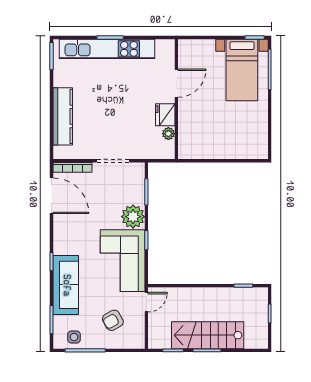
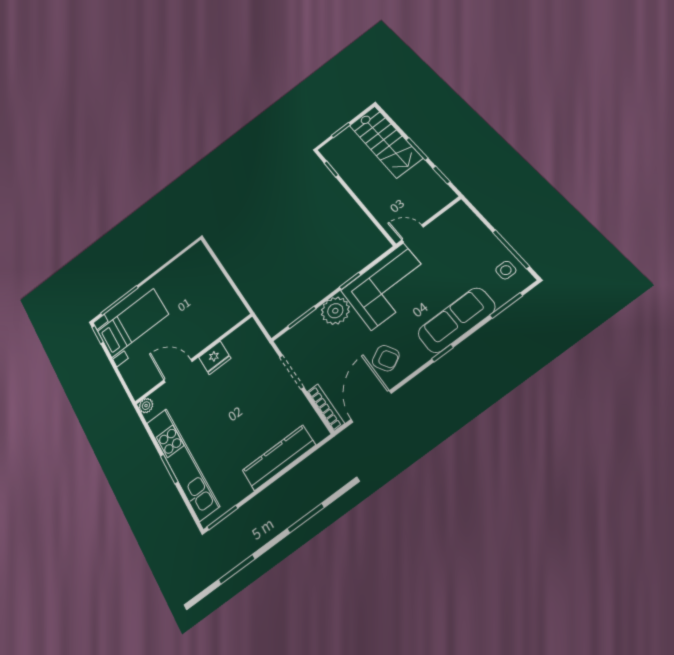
plant: (168, 134) -> (146, 406), moved
armchair: (113, 320) -> (386, 358), moved
stairs: (208, 335) -> (385, 142), moved

